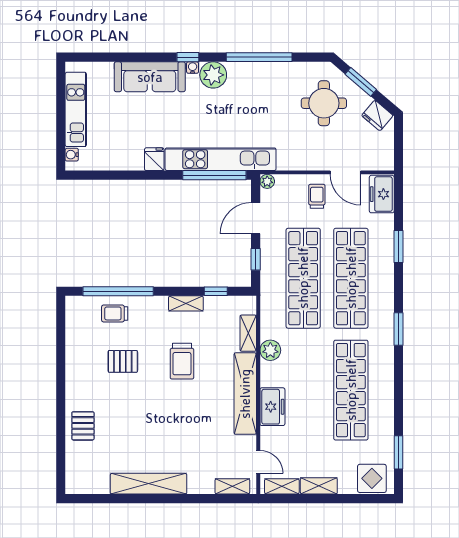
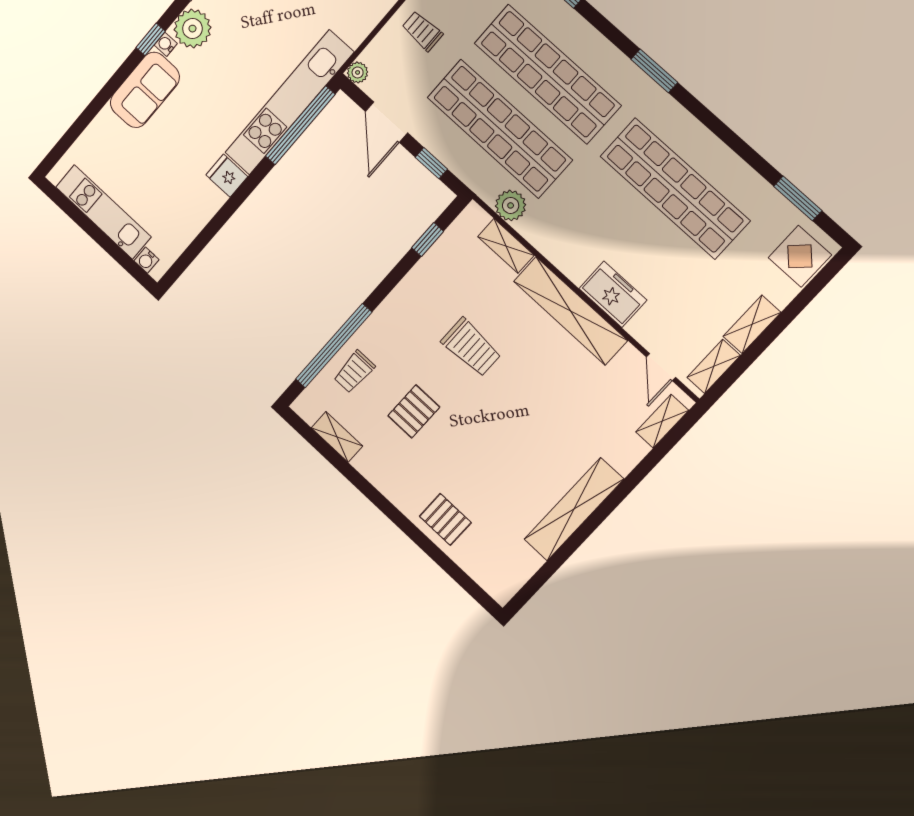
sofa: (150, 77) -> (145, 90), width x0.73
shelving: (186, 303) -> (337, 437), moved, turned 90
plant: (270, 350) -> (511, 205), moved
door: (258, 462) -> (661, 367), swing flipped

